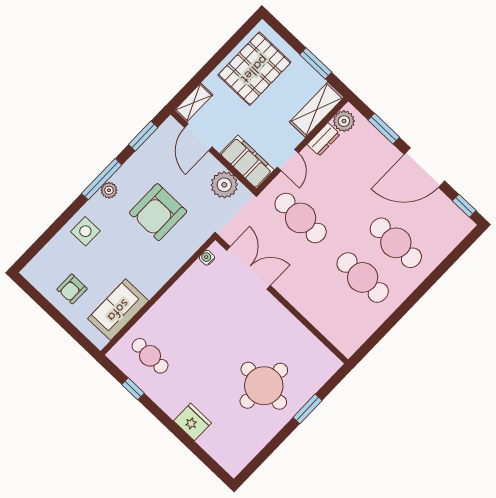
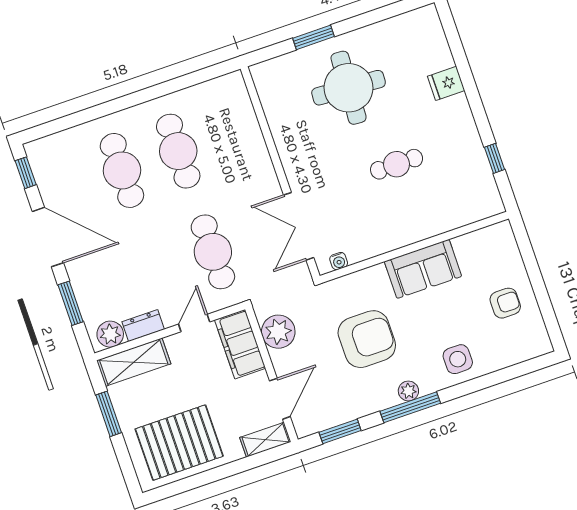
sofa: (118, 310) -> (423, 269), moved
cafe table: (150, 356) -> (397, 164), moved, turned 90
fridge: (192, 422) -> (446, 83), width x0.72

